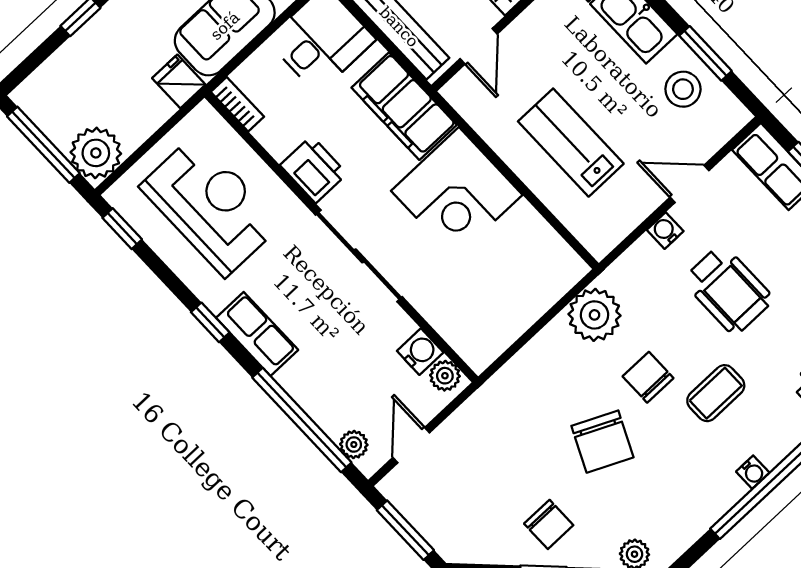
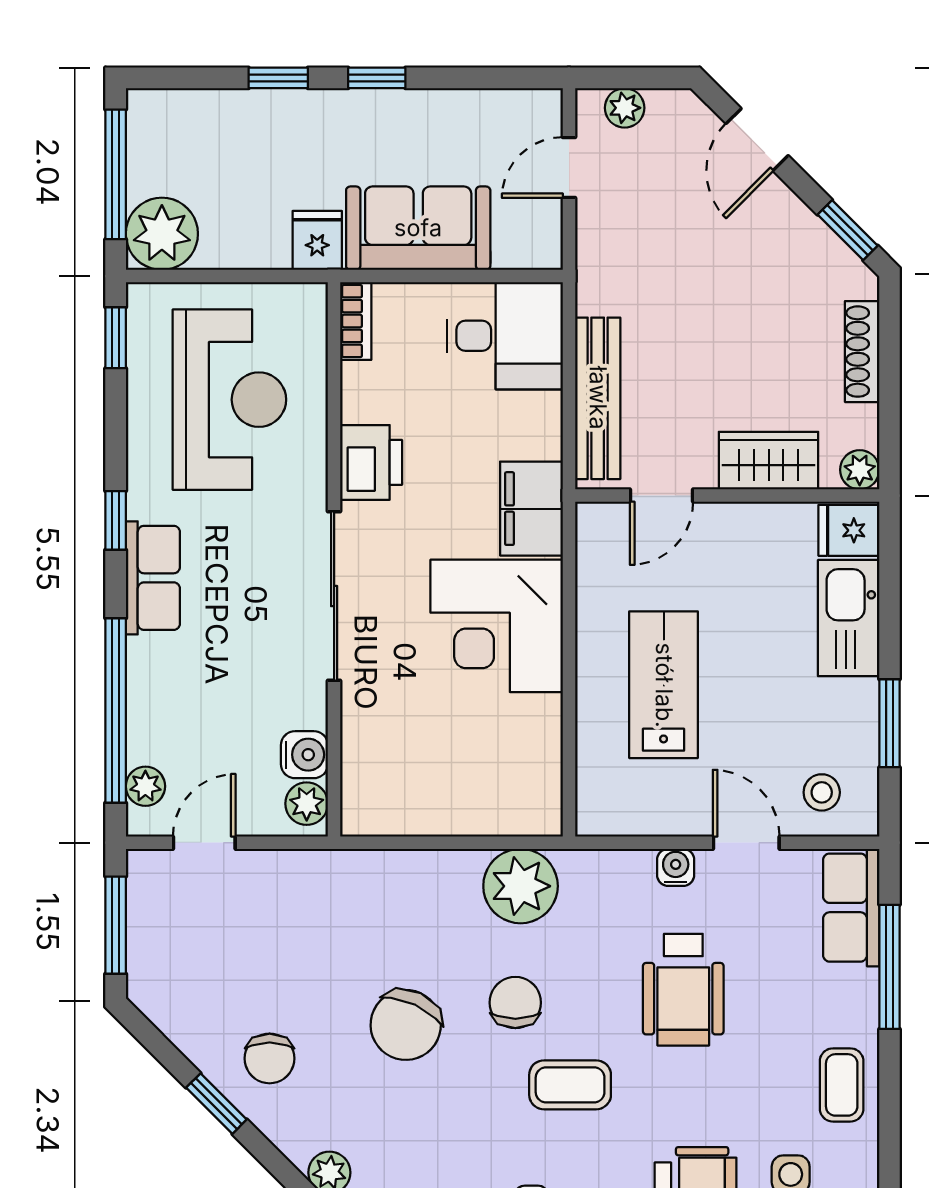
stool: (683, 89) -> (822, 792), moved, width x0.73, depth x0.73
filing cabinet: (404, 106) -> (531, 509), width x0.67, depth x0.86

